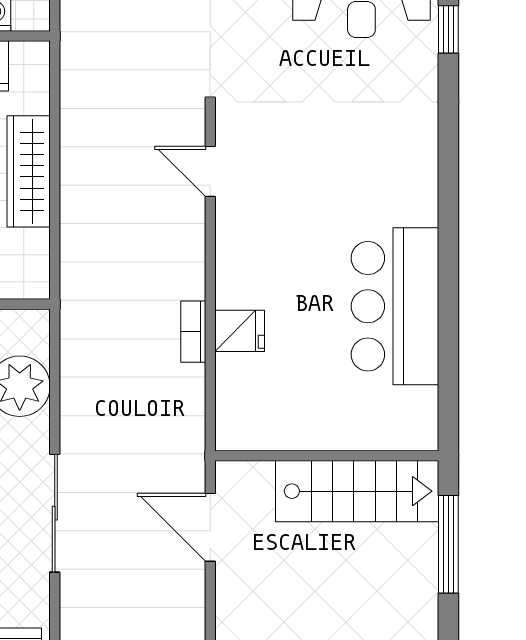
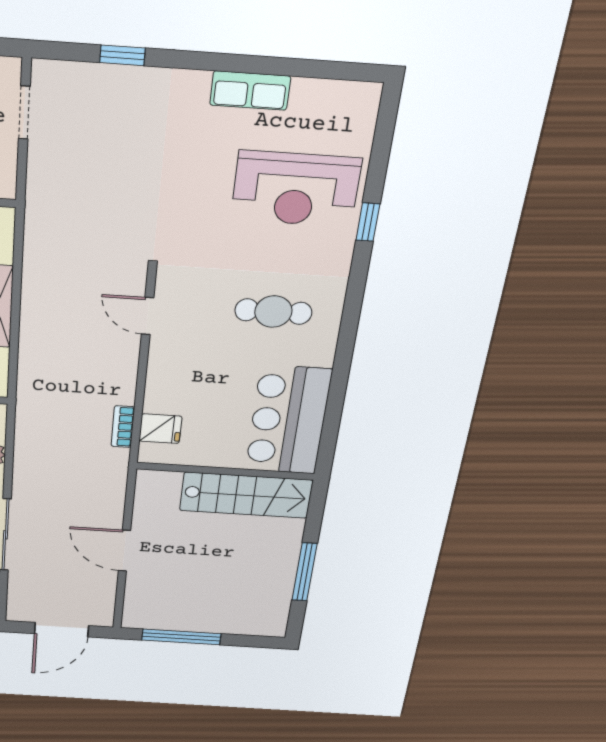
cafe table: (357, 154) -> (273, 312), added
wall: (327, 456) -> (225, 471), moved
stairs: (357, 491) -> (246, 495), moved

